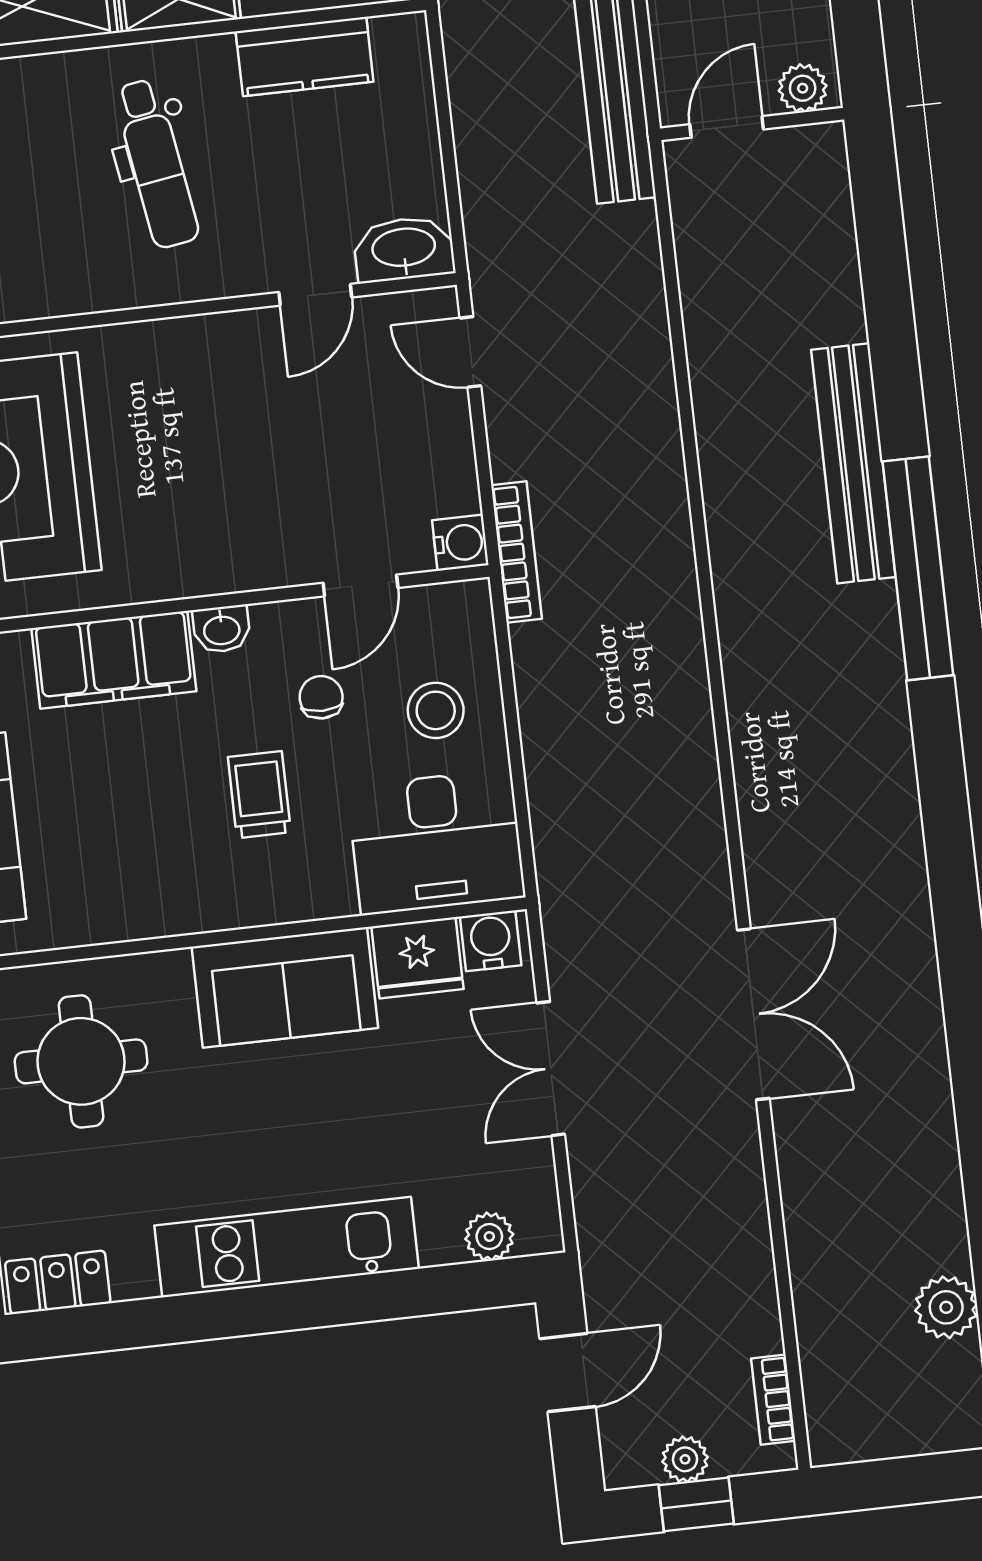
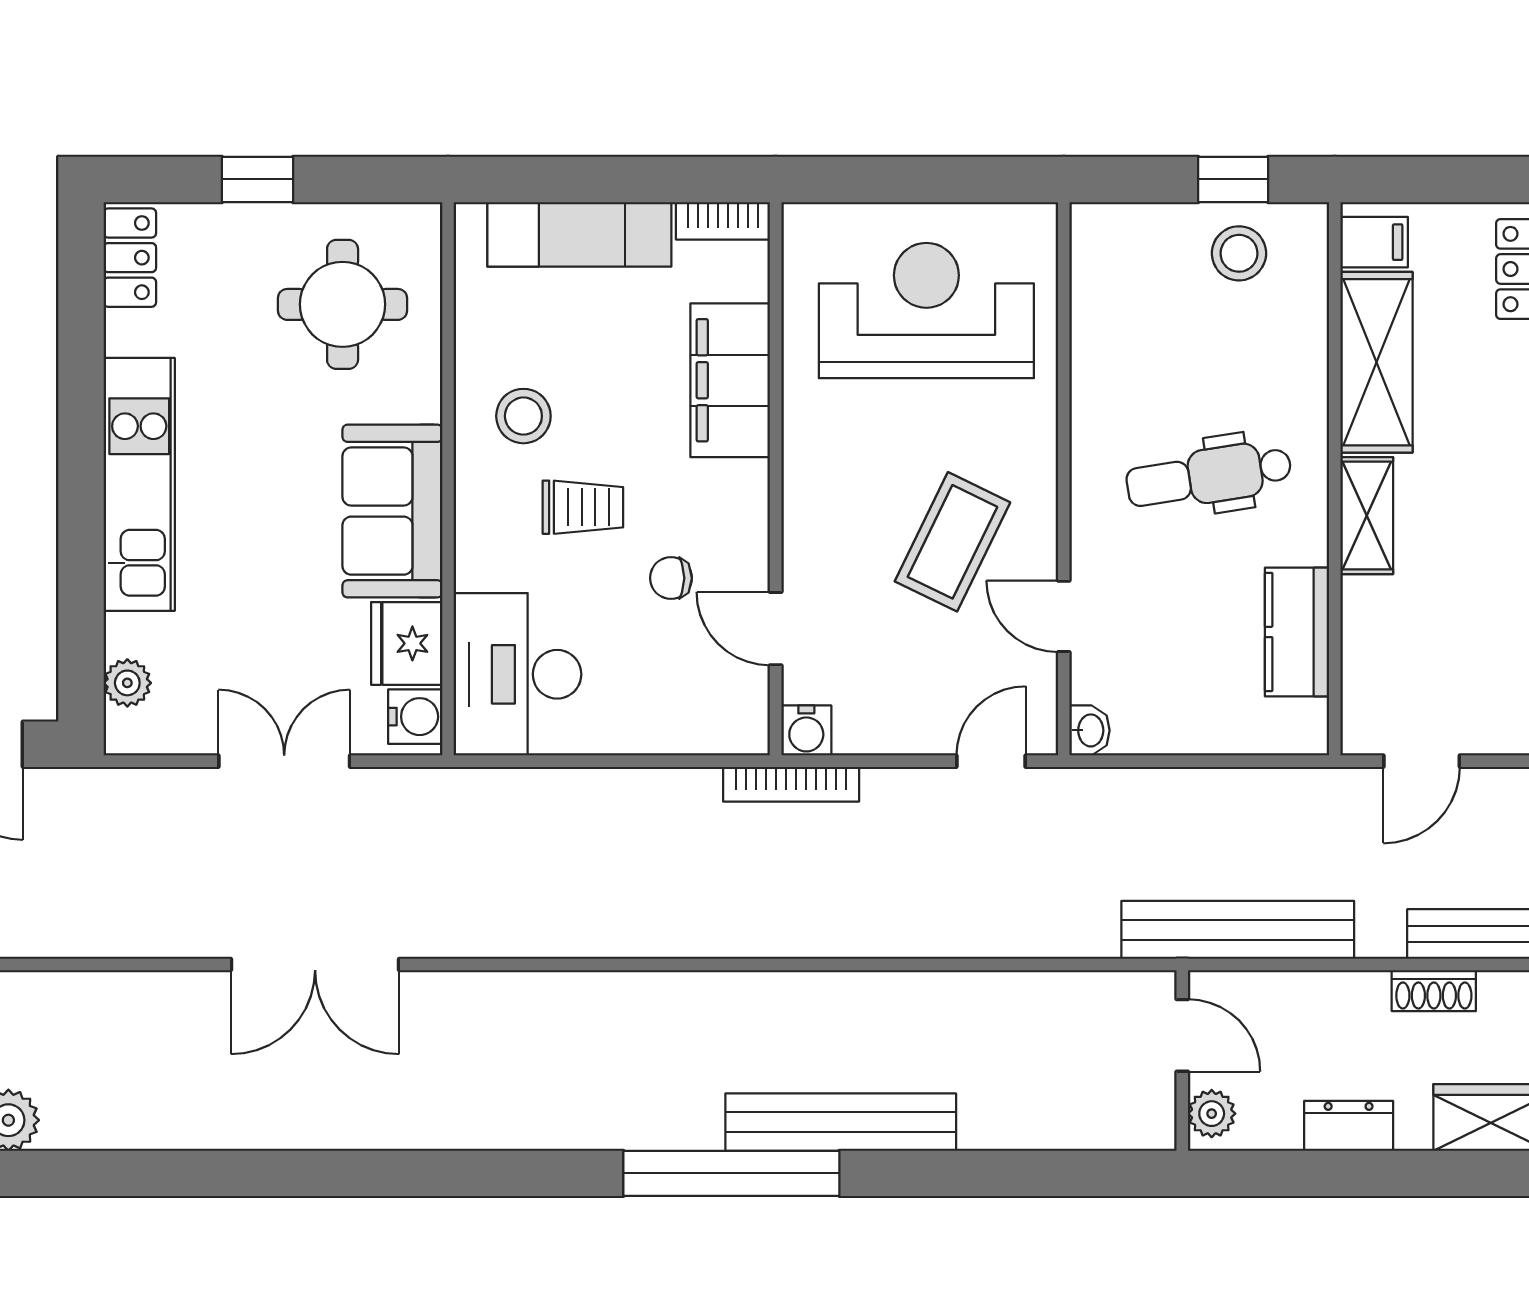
washbasin: (404, 249) -> (1090, 730), width x0.52, depth x0.69
coffee table: (252, 416) -> (952, 542), added
washbasin: (222, 629) -> (748, 489), removed
chair: (321, 697) -> (671, 578), turned 180
stool: (436, 710) -> (523, 416), moved

